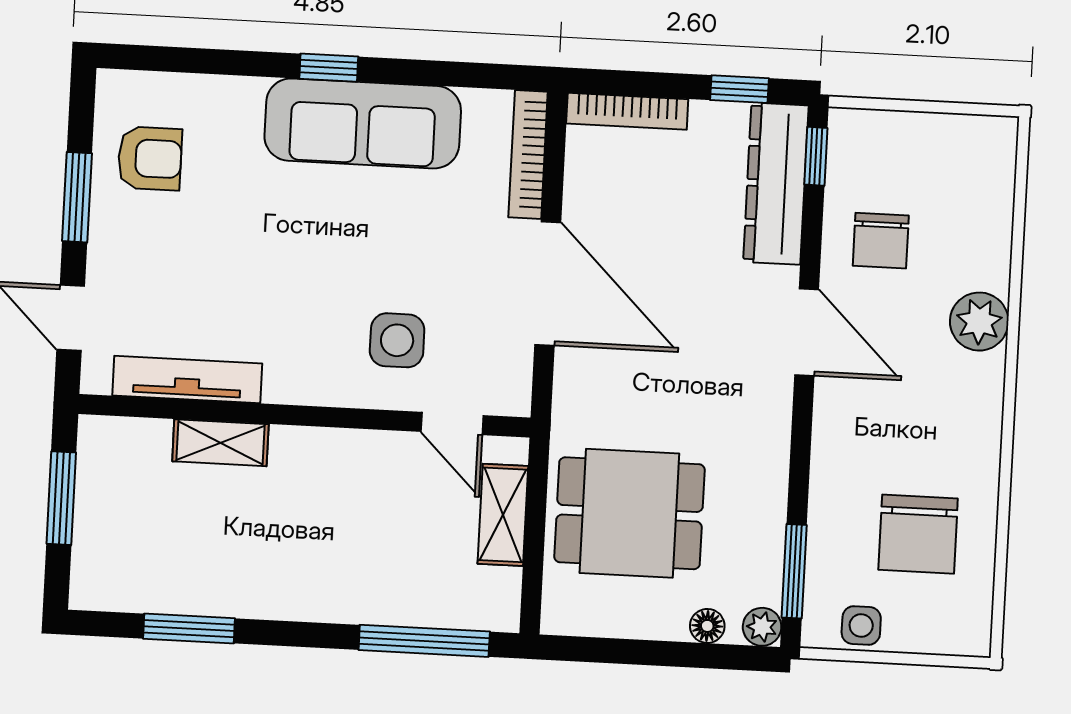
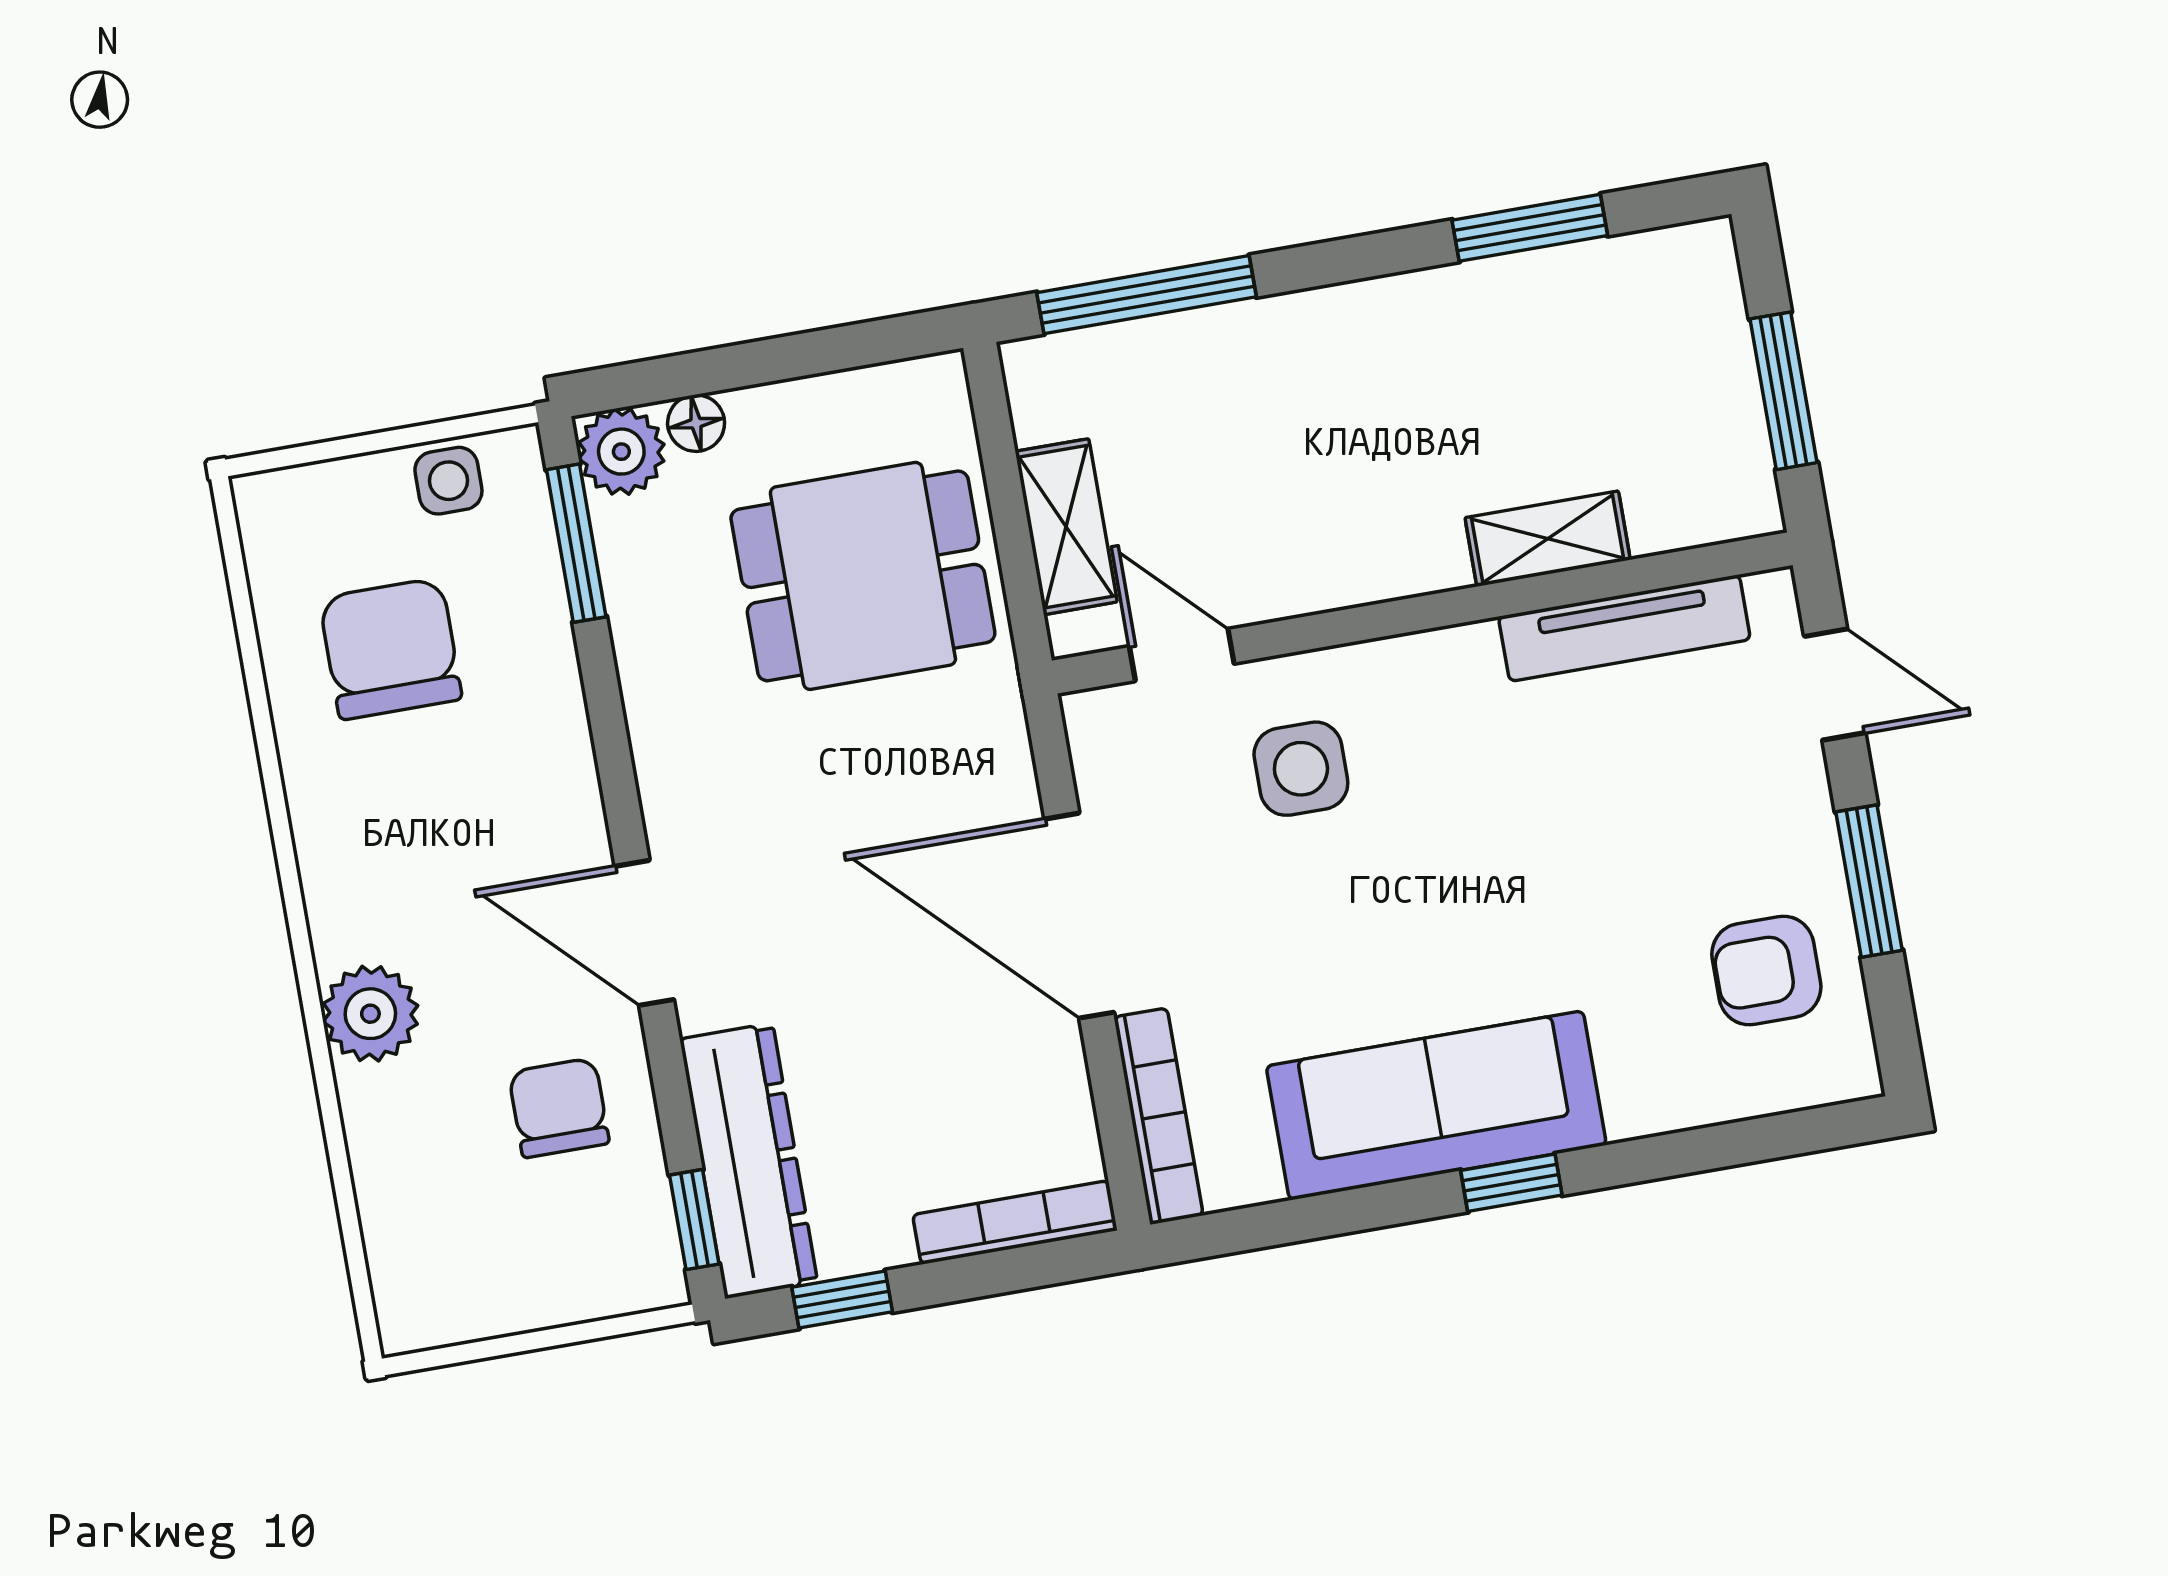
plant: (762, 627) -> (621, 452), width x1.38, depth x1.38

